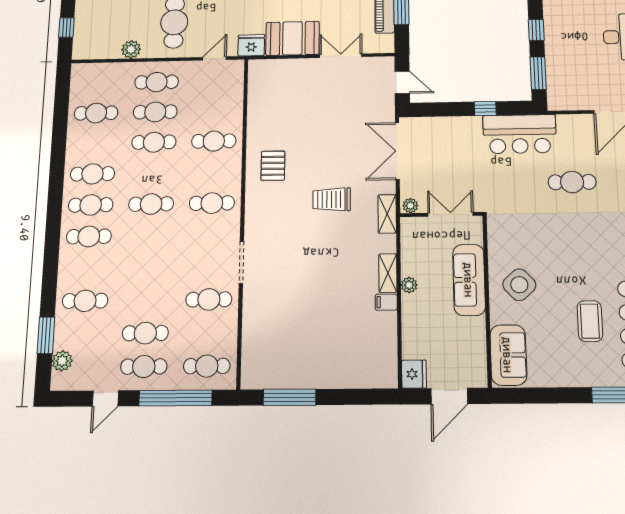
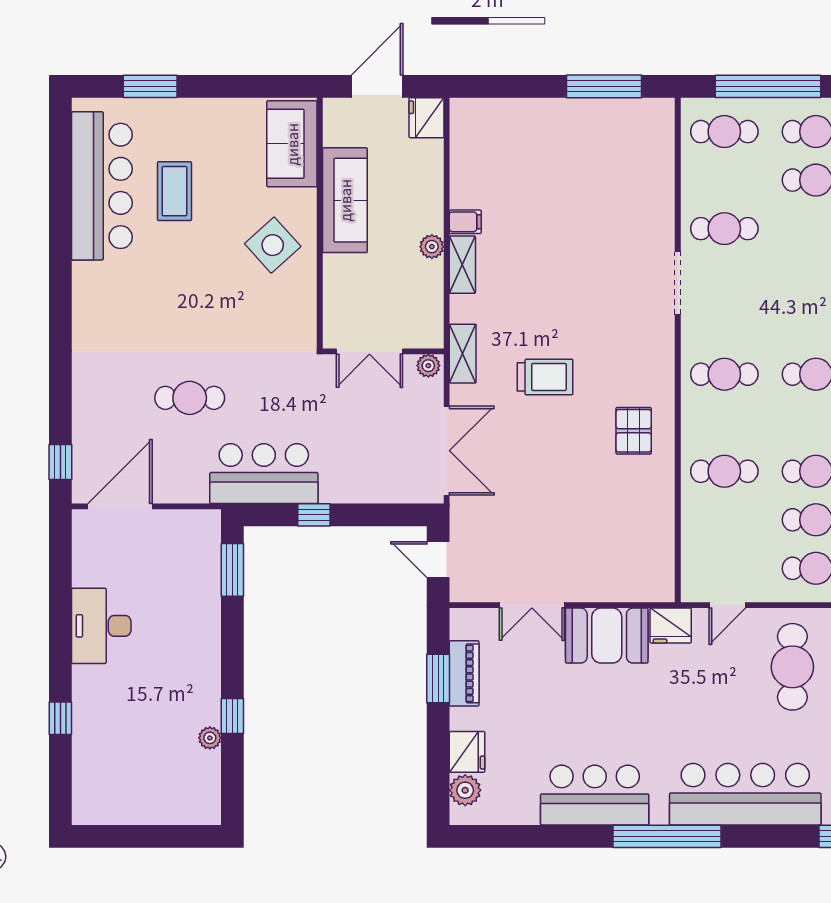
window: (536, 30) -> (232, 640), removed
sofa: (469, 280) -> (345, 200), moved

